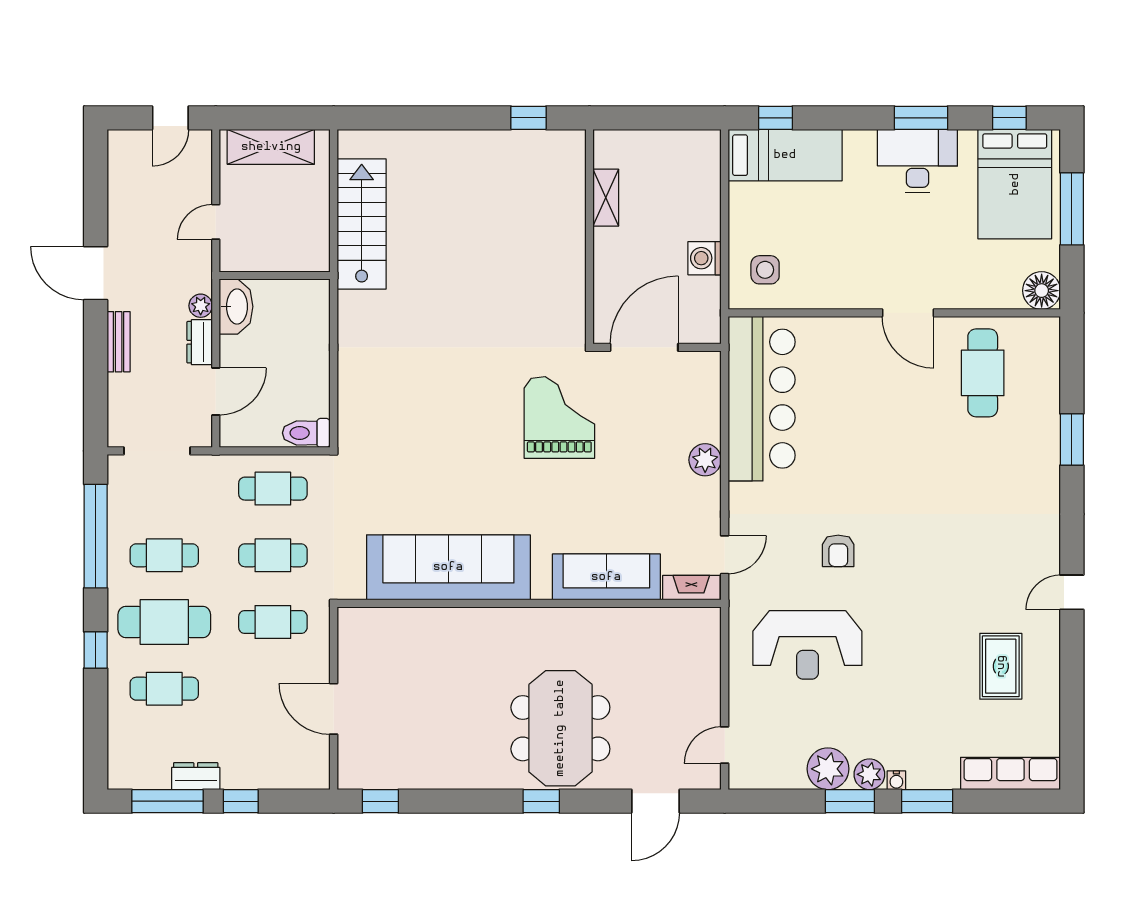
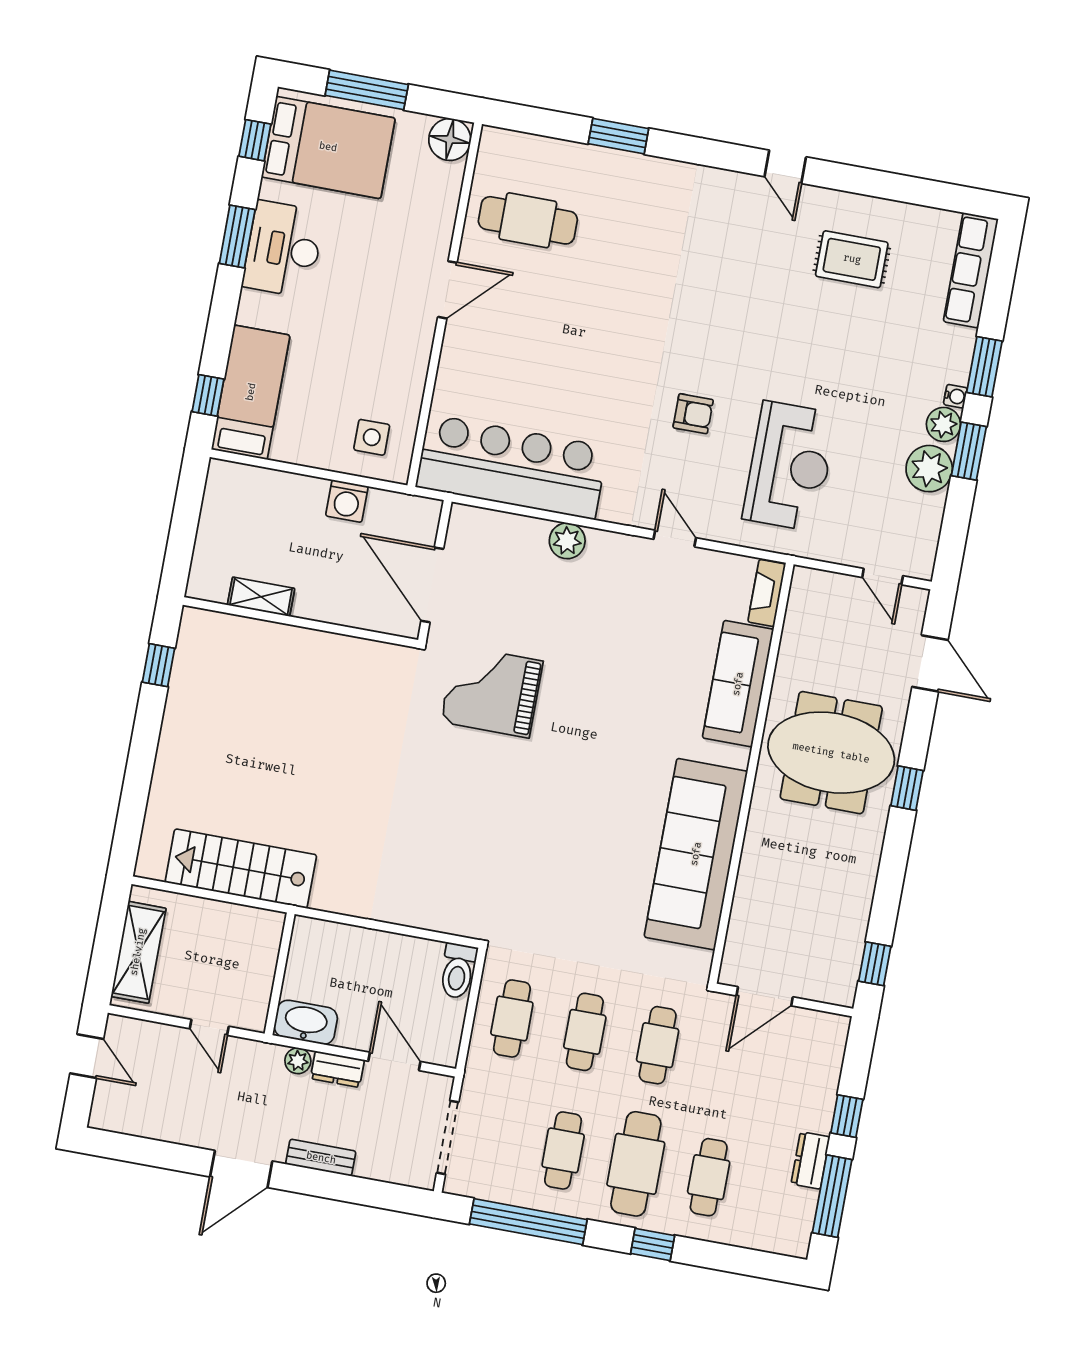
sofa: (448, 567) -> (696, 854), moved
sofa: (606, 577) -> (738, 684), moved
fireplace: (691, 588) -> (767, 593), moved
wall: (529, 603) -> (751, 773), moved

